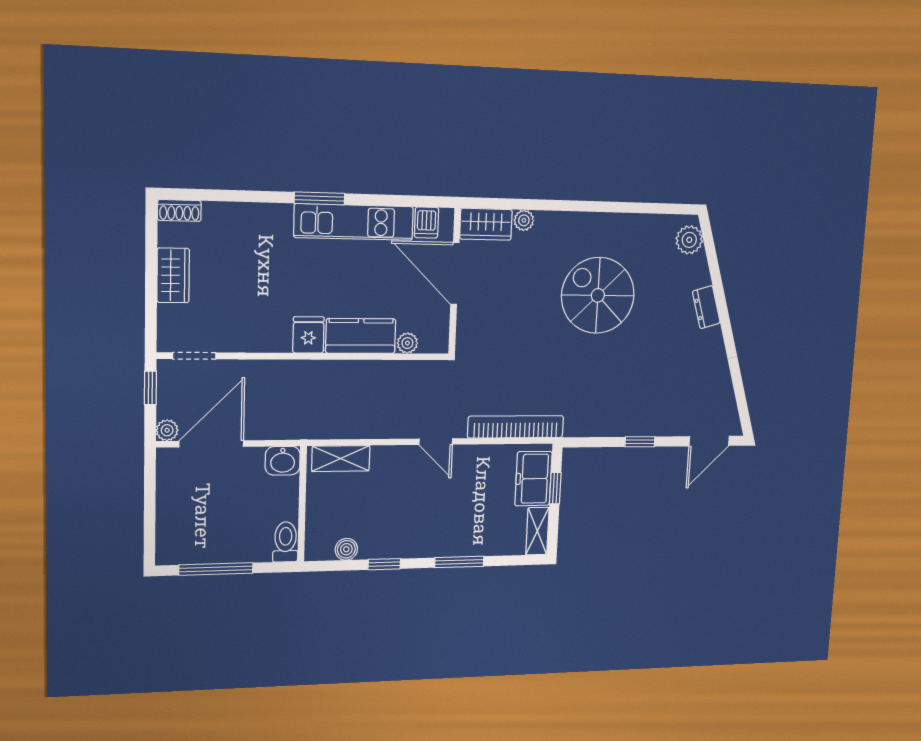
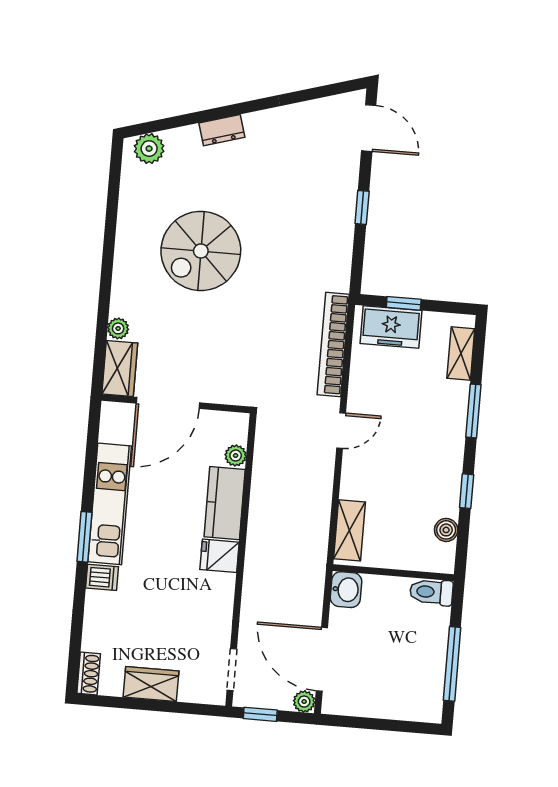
dishwasher: (426, 223) -> (102, 577), moved
shelving: (537, 531) -> (461, 354), moved, turned 90

